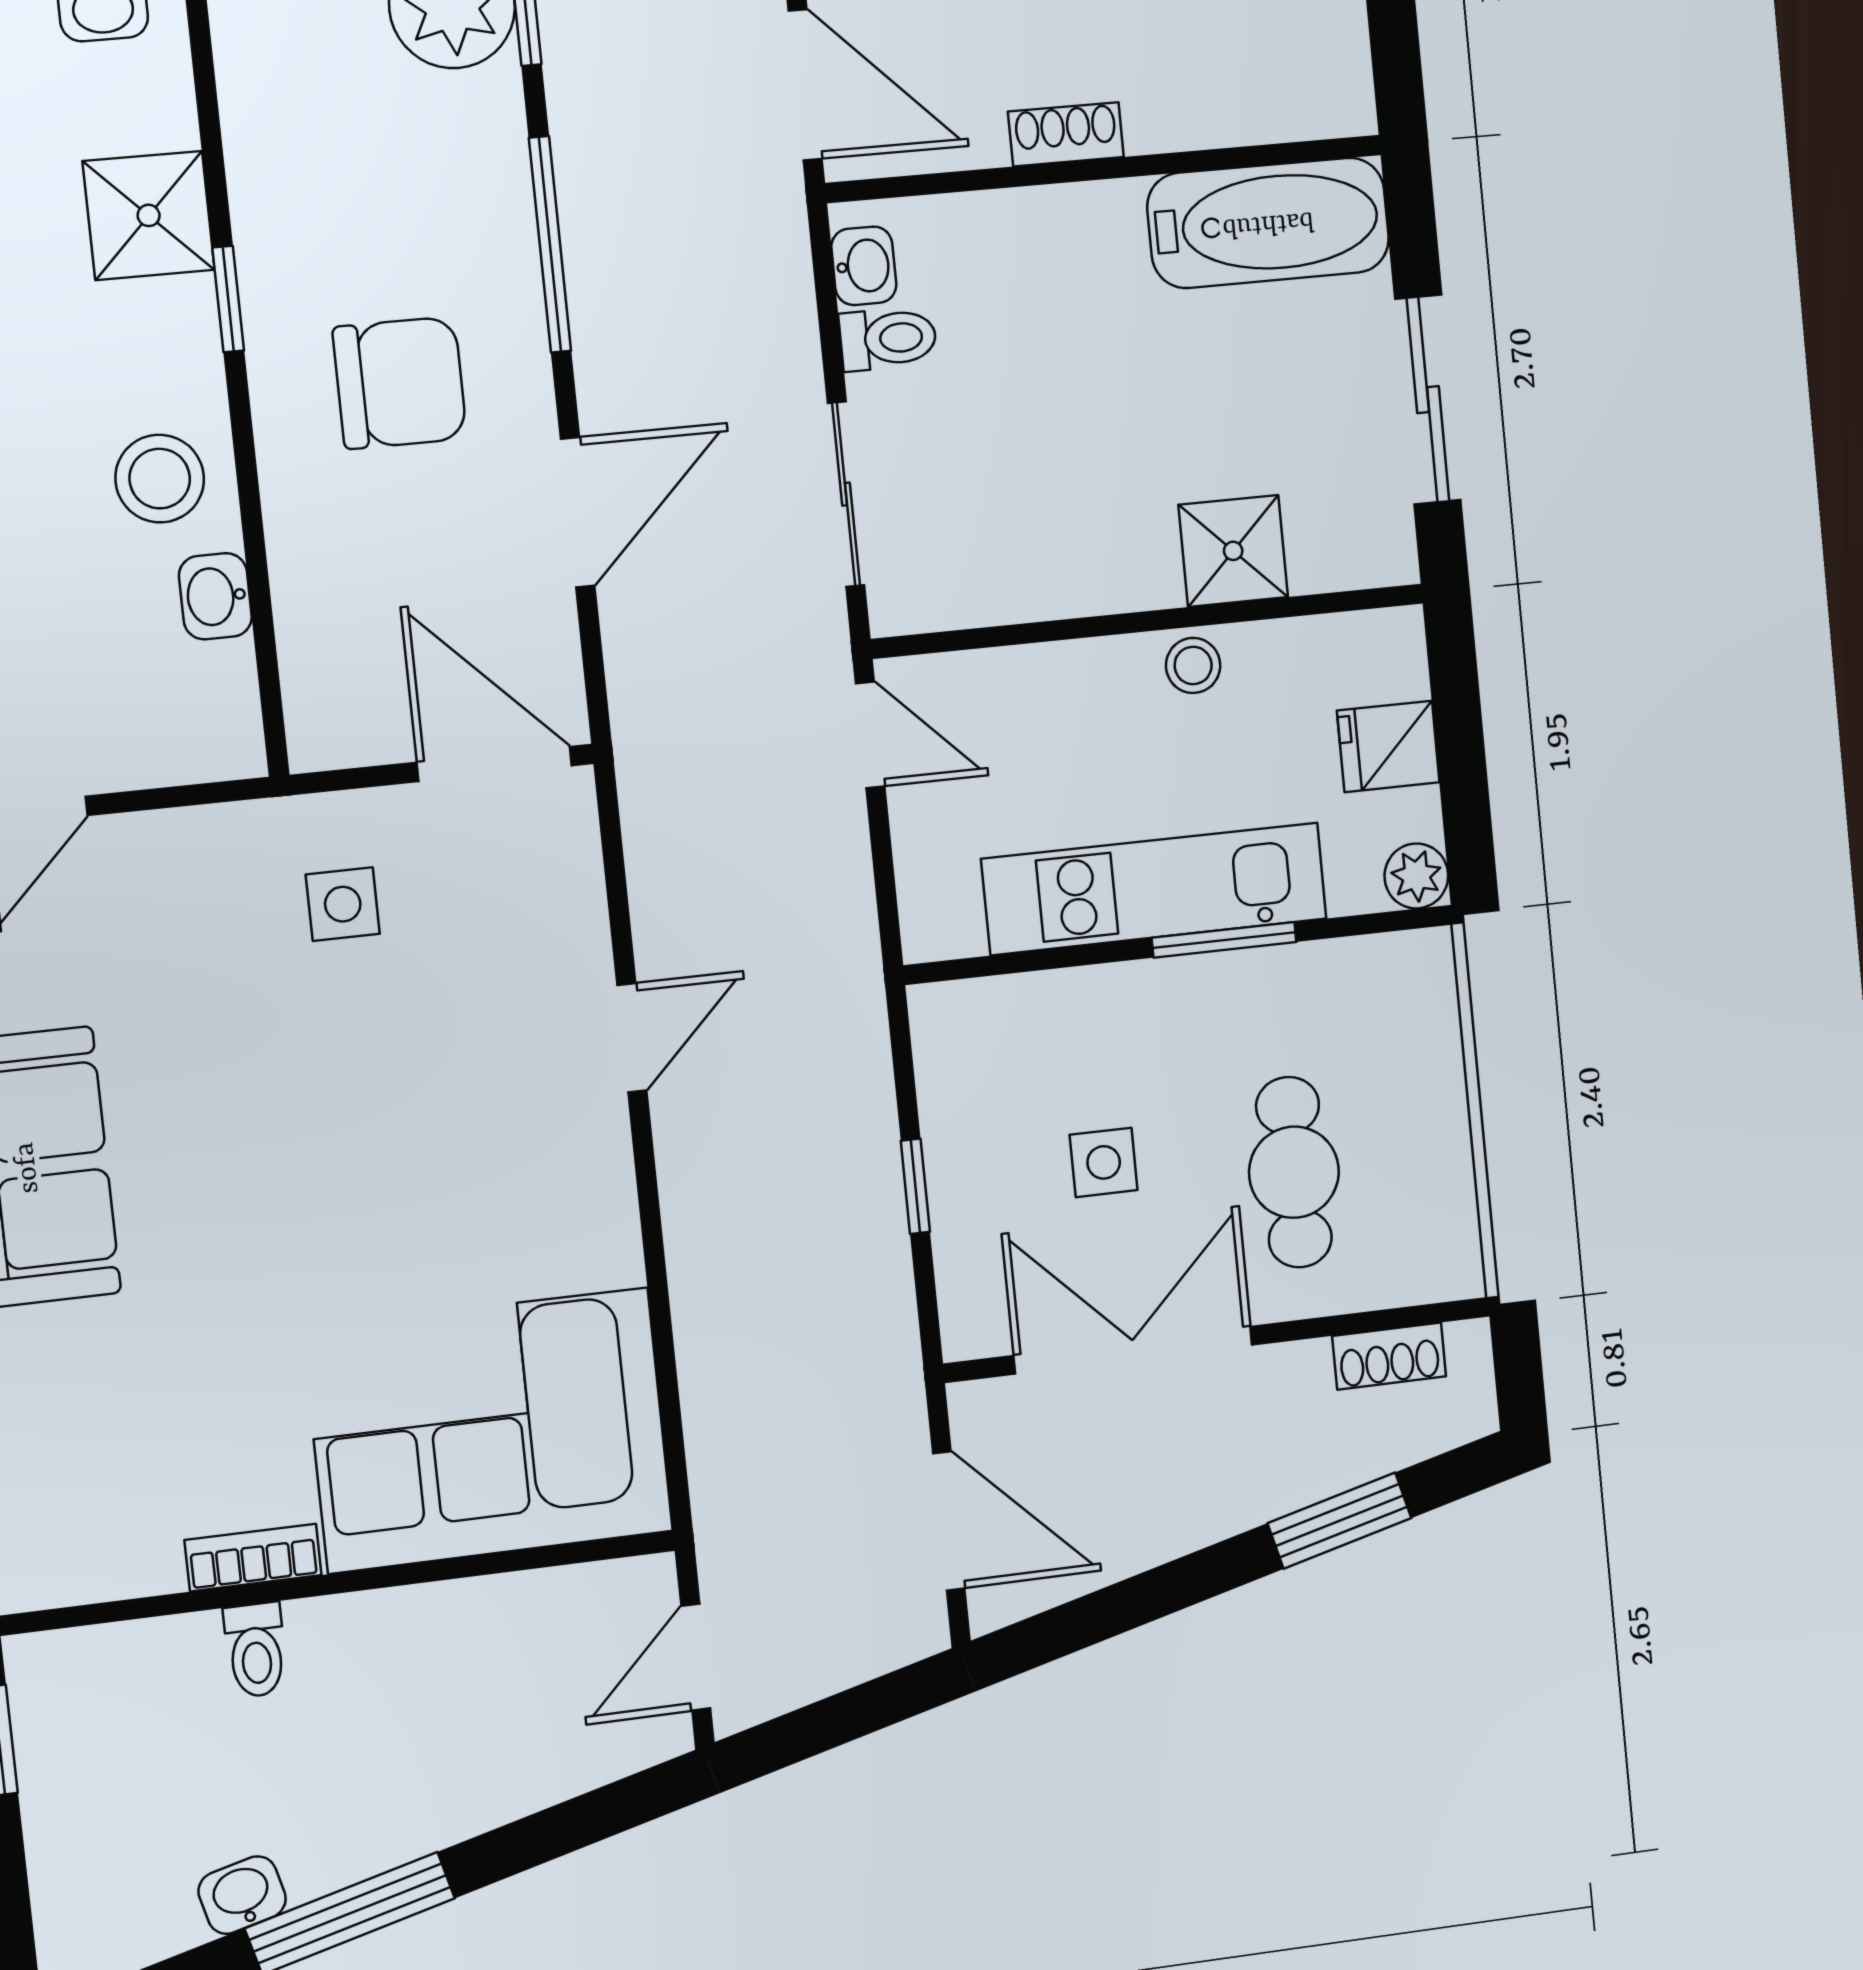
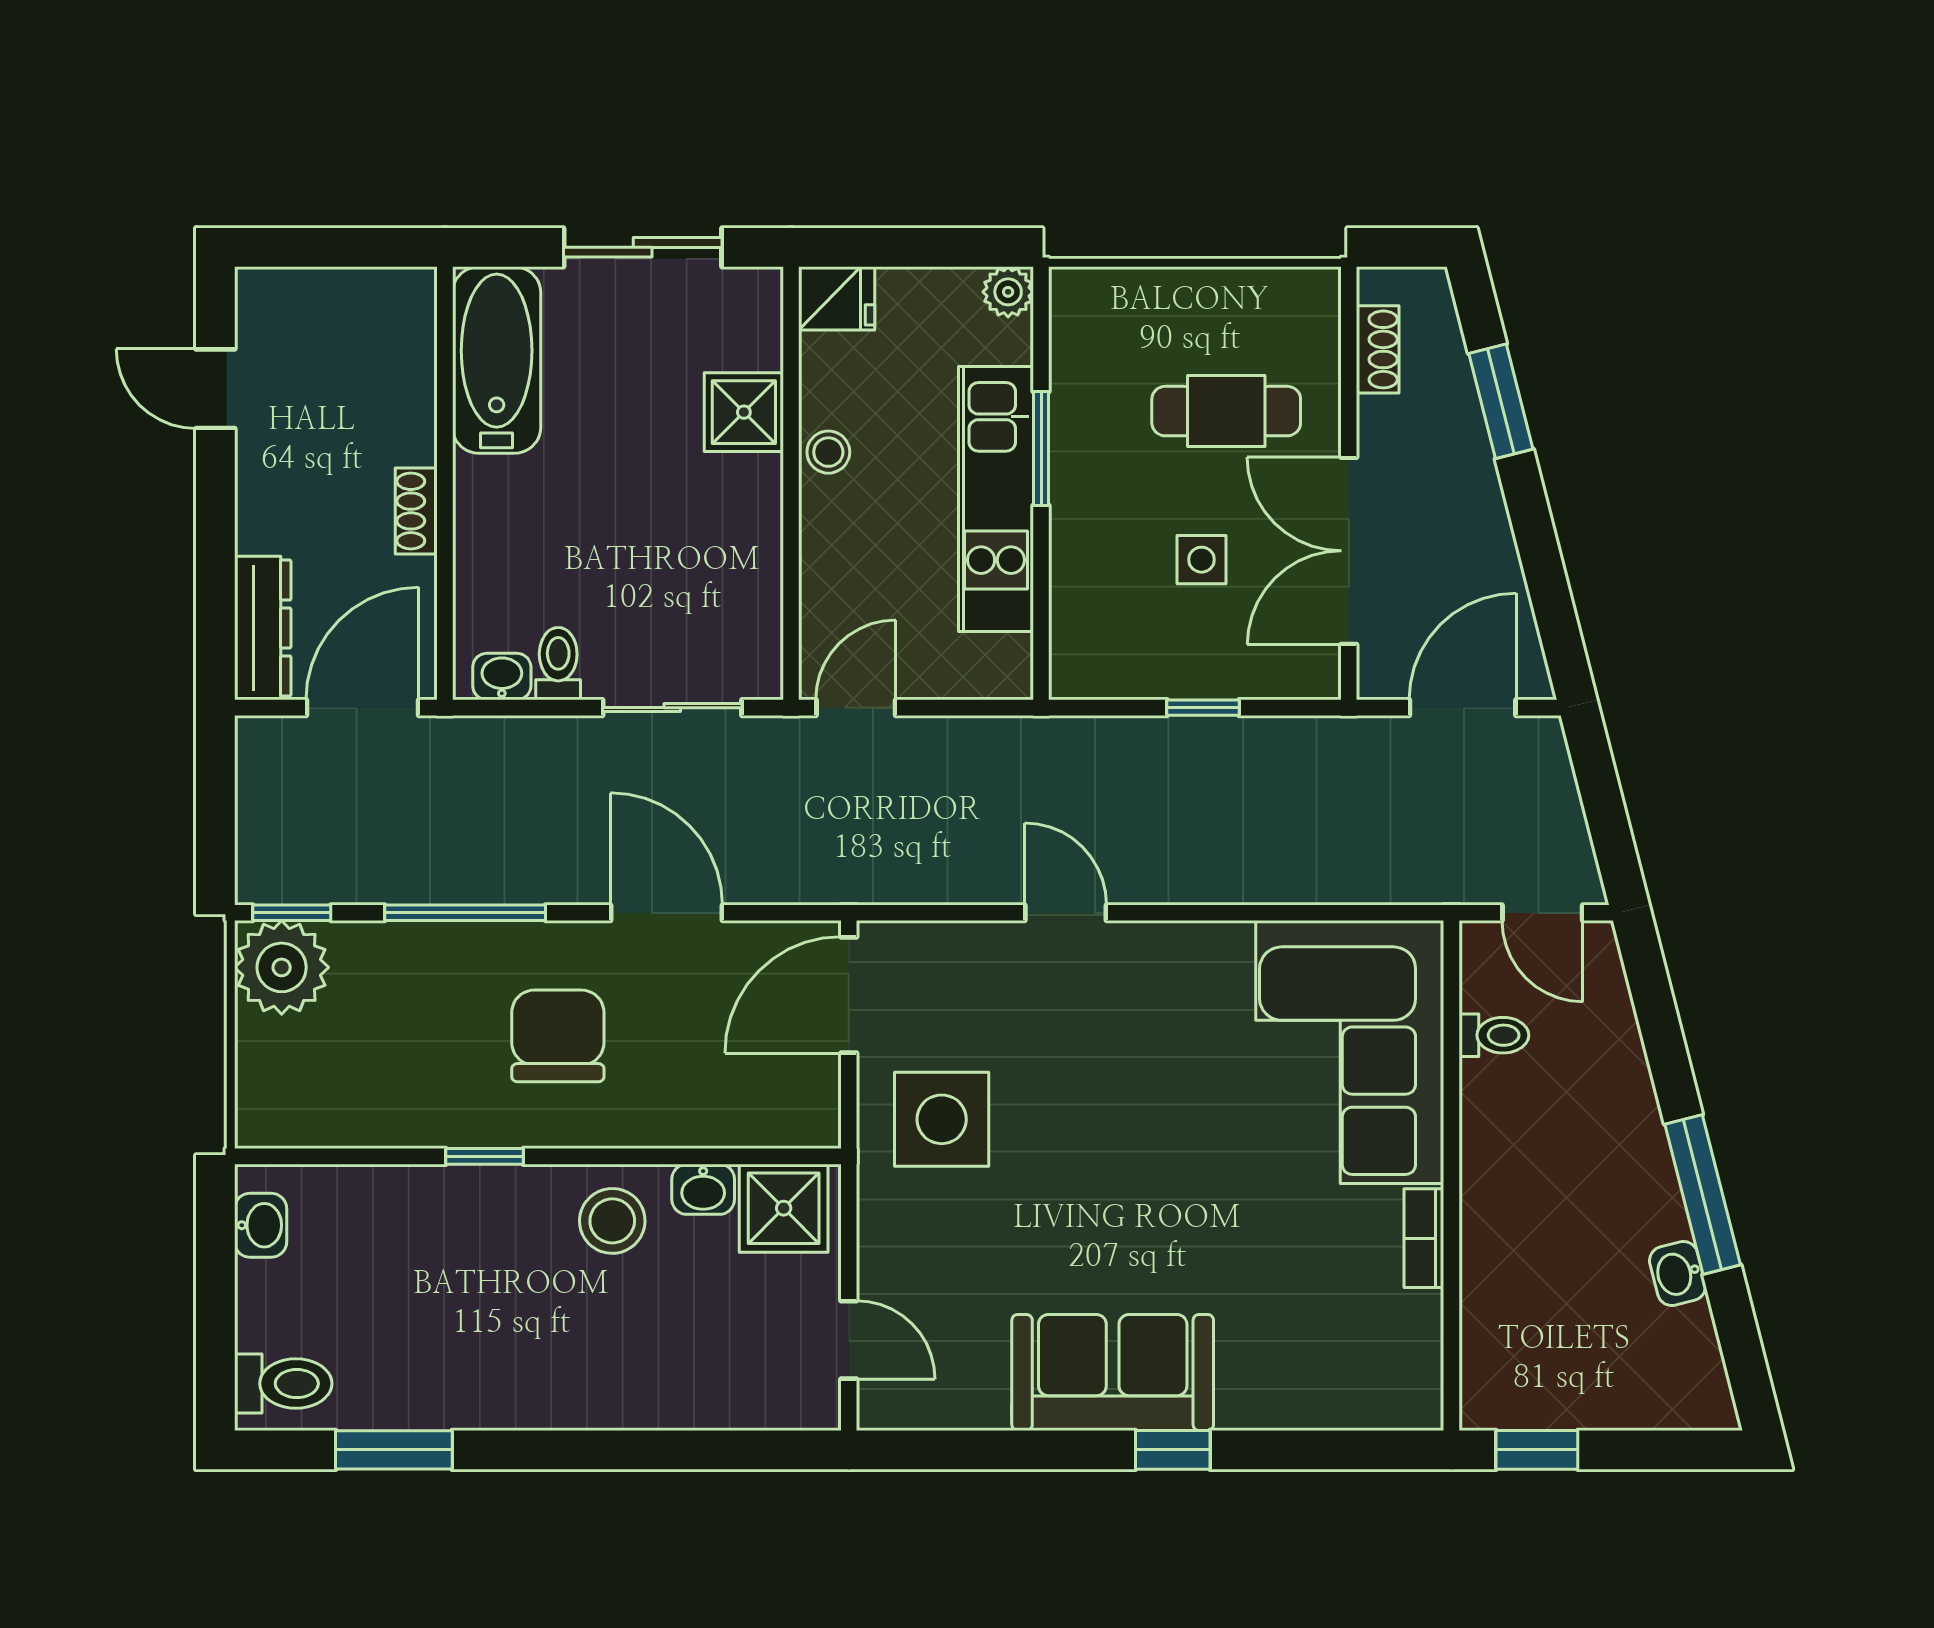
shower: (149, 215) -> (784, 1208), moved
fridge: (1388, 746) -> (837, 298), moved, turned -90
side table: (343, 904) -> (942, 1119), width x1.87, depth x1.87
toilet: (256, 1650) -> (1494, 1035), moved

